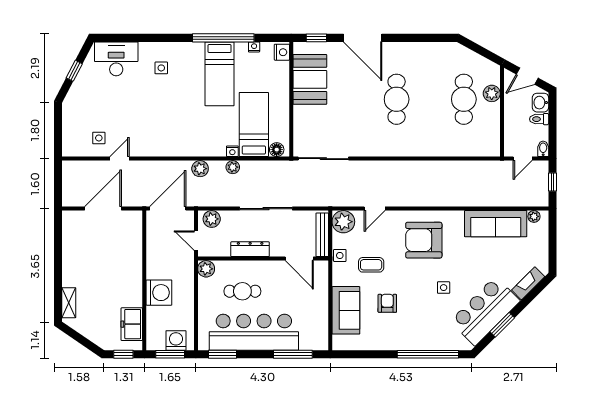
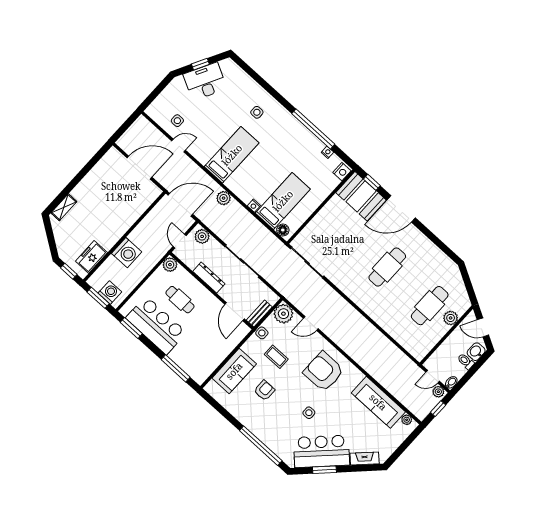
door: (363, 38) -> (401, 209), hinge flipped
desk: (116, 59) -> (205, 82), moved, turned -62
bed: (220, 74) -> (232, 155), moved, turned 180
booth: (310, 79) -> (361, 196), moved, turned 90
plant: (233, 167) -> (438, 392), moved
bench: (322, 235) -> (259, 313), width x0.73
bar counter: (254, 332) -> (156, 325), width x0.73

